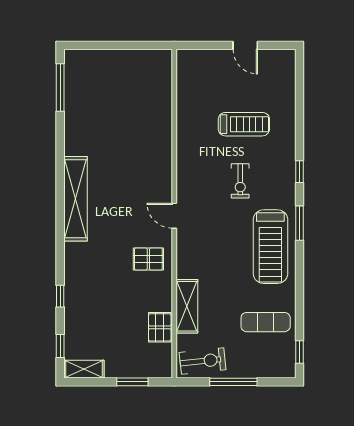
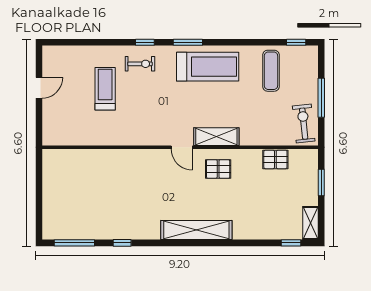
exercise bike: (240, 181) -> (140, 64), moved
shelving: (76, 199) -> (196, 230), moved
door: (174, 216) -> (182, 147), hinge flipped
pallet: (148, 259) -> (218, 169), turned 90
window: (60, 296) -> (122, 243), moved
shelving: (187, 306) -> (216, 137), moved

